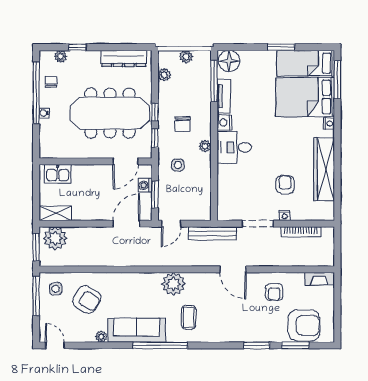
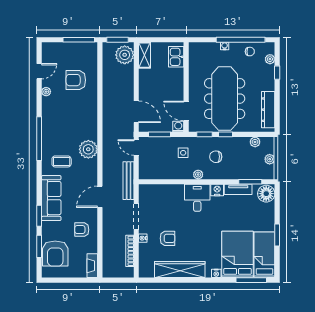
window: (214, 81) -> (250, 182), width x0.69
washing machine: (145, 185) -> (178, 127), moved
side table: (56, 289) -> (84, 55), removed
armchair: (87, 299) -> (76, 80), turned 59
sofa: (137, 330) -> (51, 198), moved
door: (55, 345) -> (39, 71), moved

